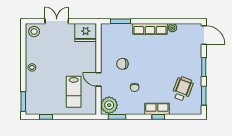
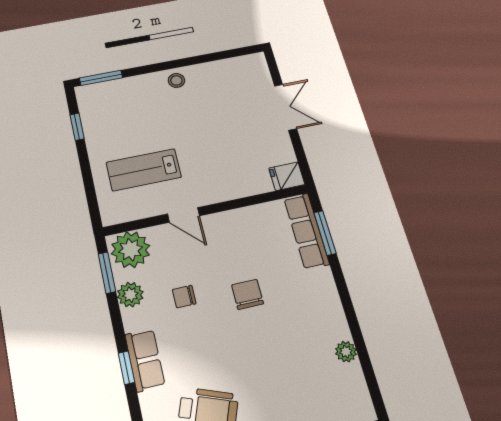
row of seats: (150, 29) -> (306, 231), moved
stool: (34, 32) -> (252, 70), removed
fridge: (86, 33) -> (287, 176), width x0.53, depth x0.75
chair: (122, 64) -> (247, 294), moved
door: (99, 79) -> (183, 215), swing flipped
plant: (129, 109) -> (130, 295), added

